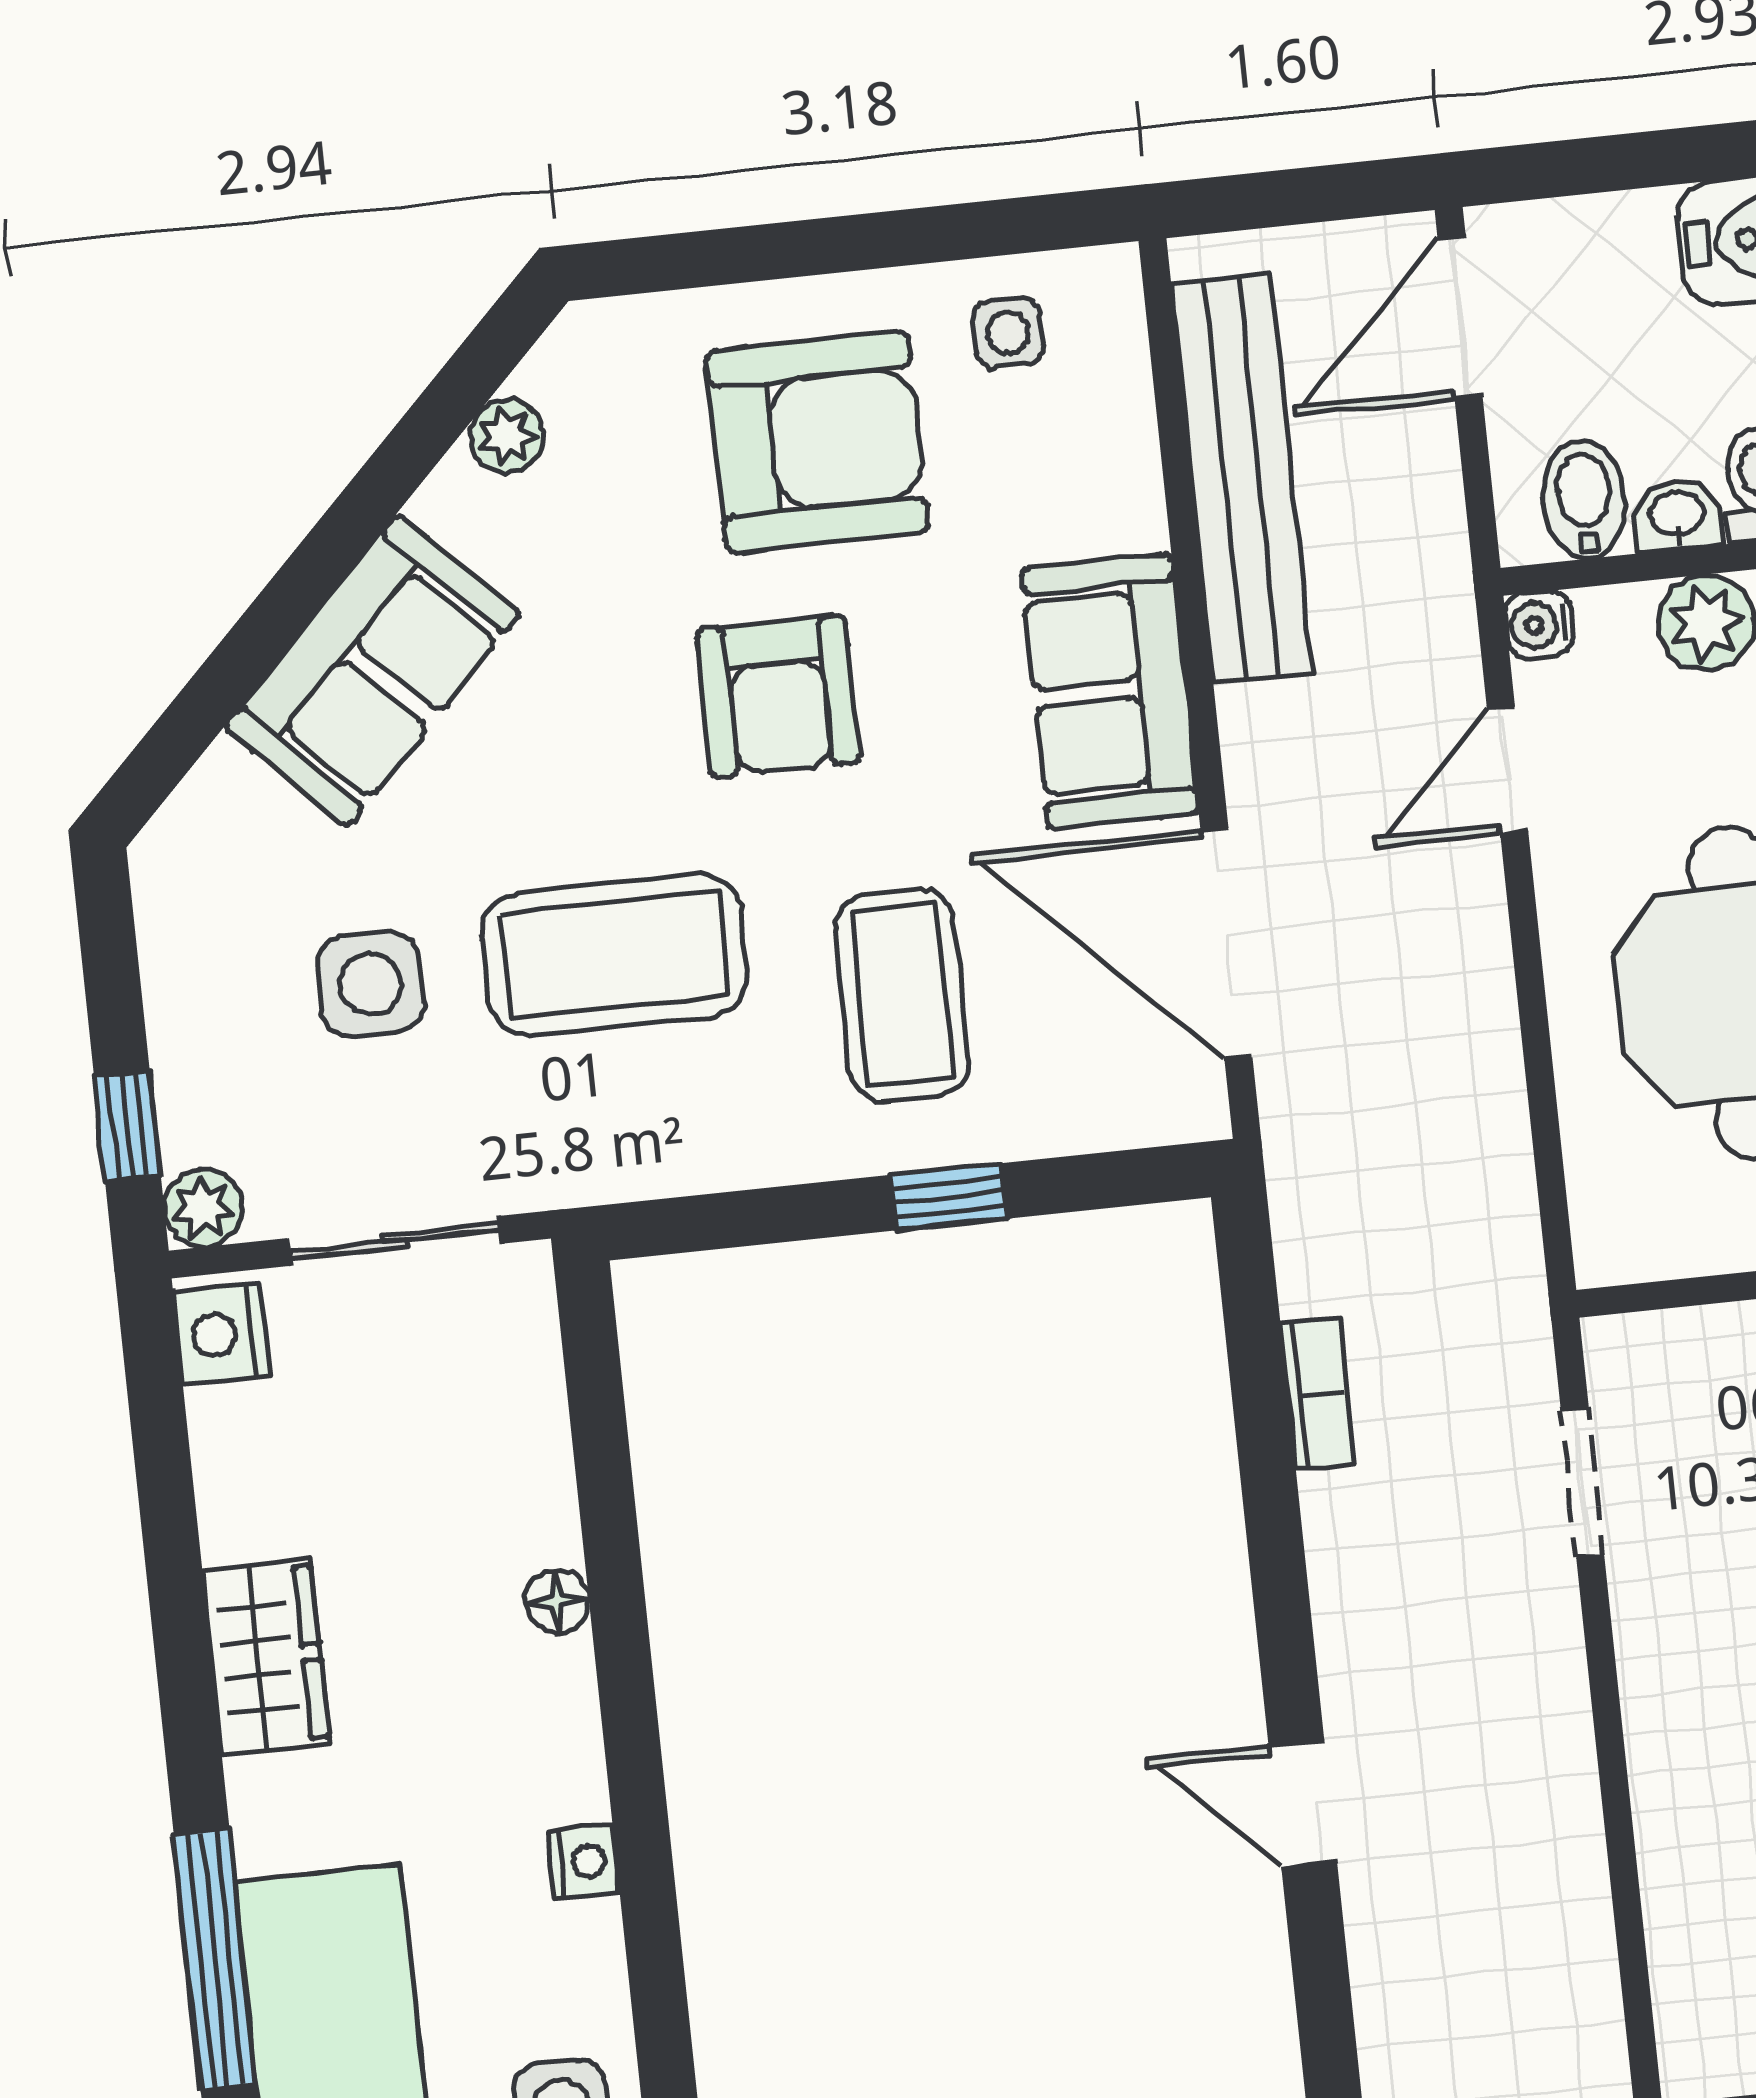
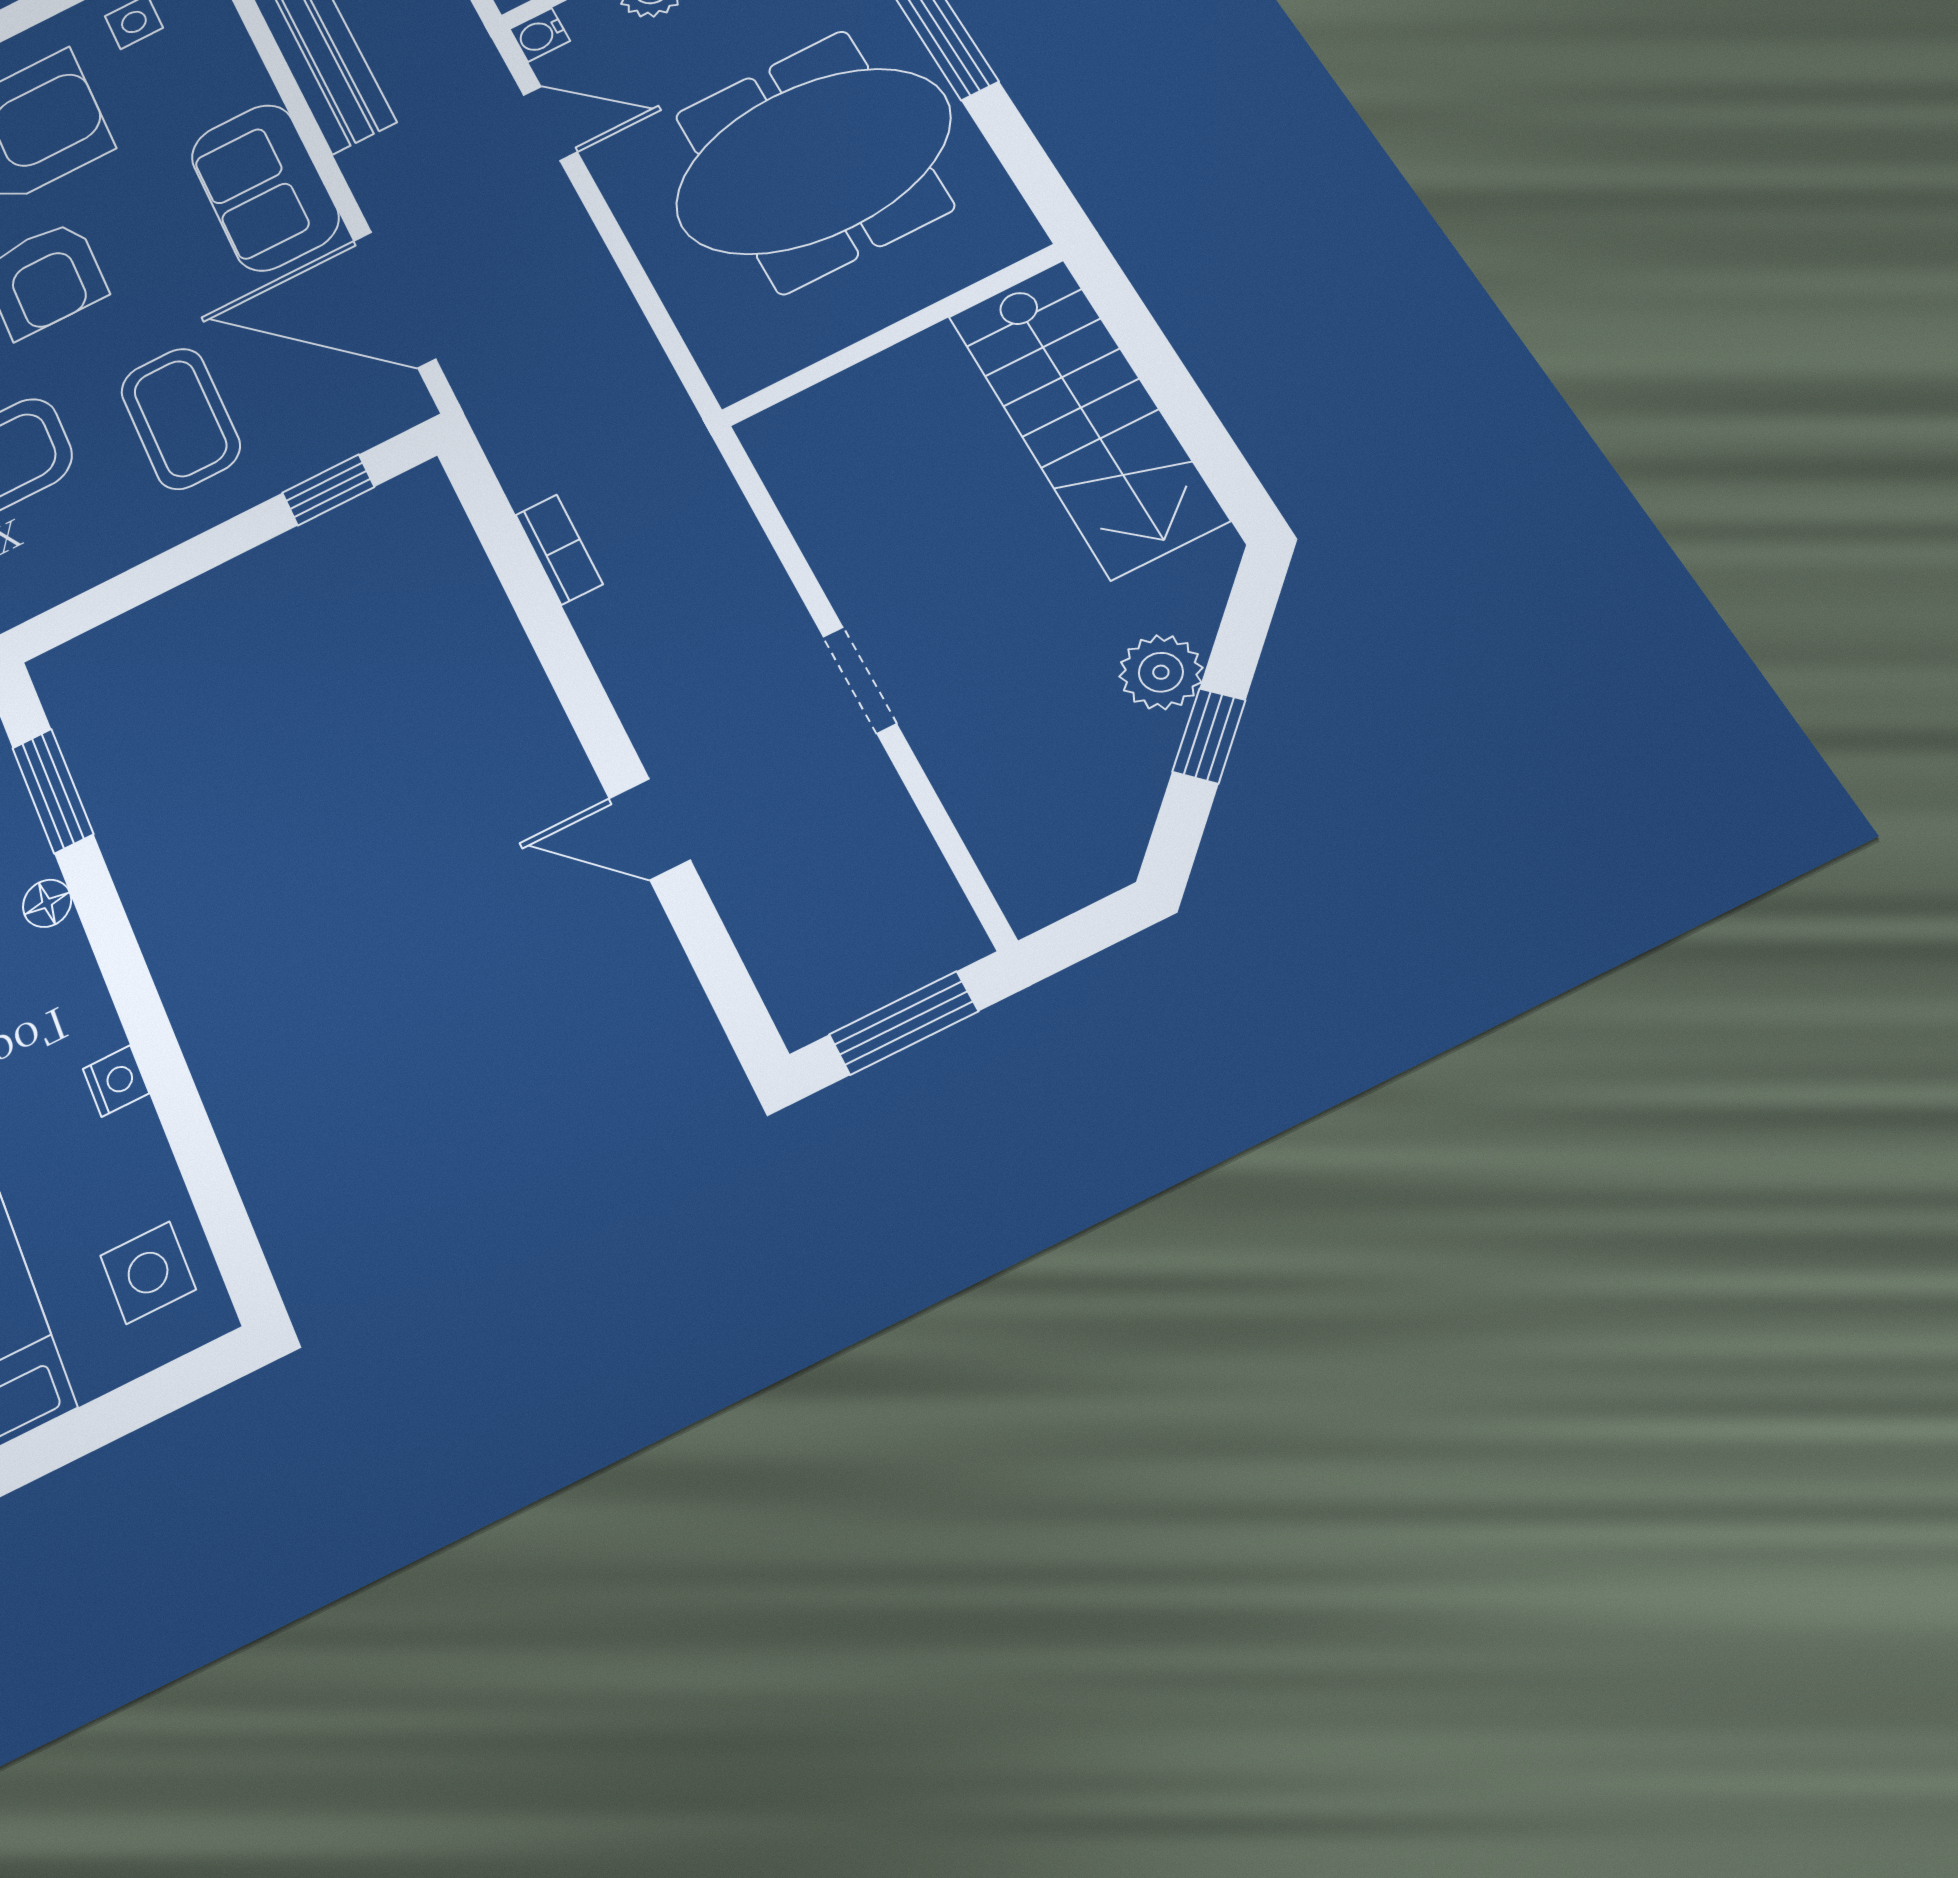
door: (1508, 770) -> (550, 123), swing flipped
window: (949, 1197) -> (328, 490), moved
window: (602, 1454) -> (53, 791), added
doorway: (1583, 1482) -> (860, 680), moved

